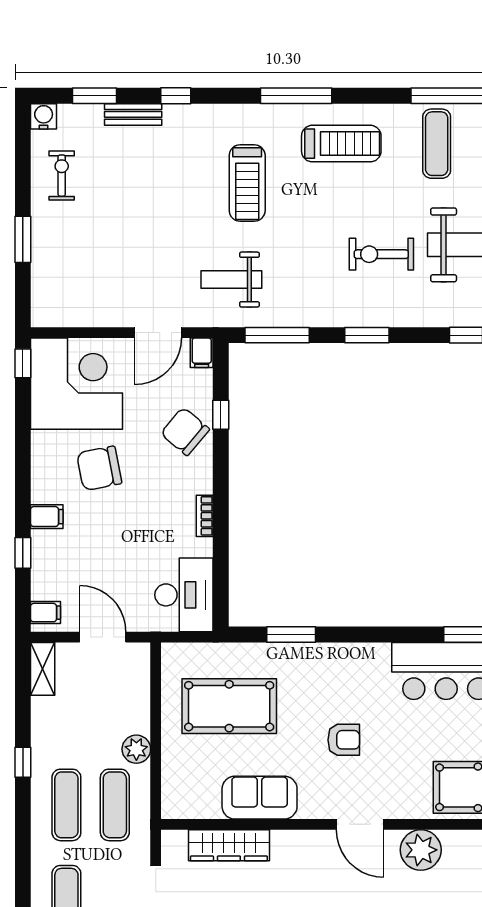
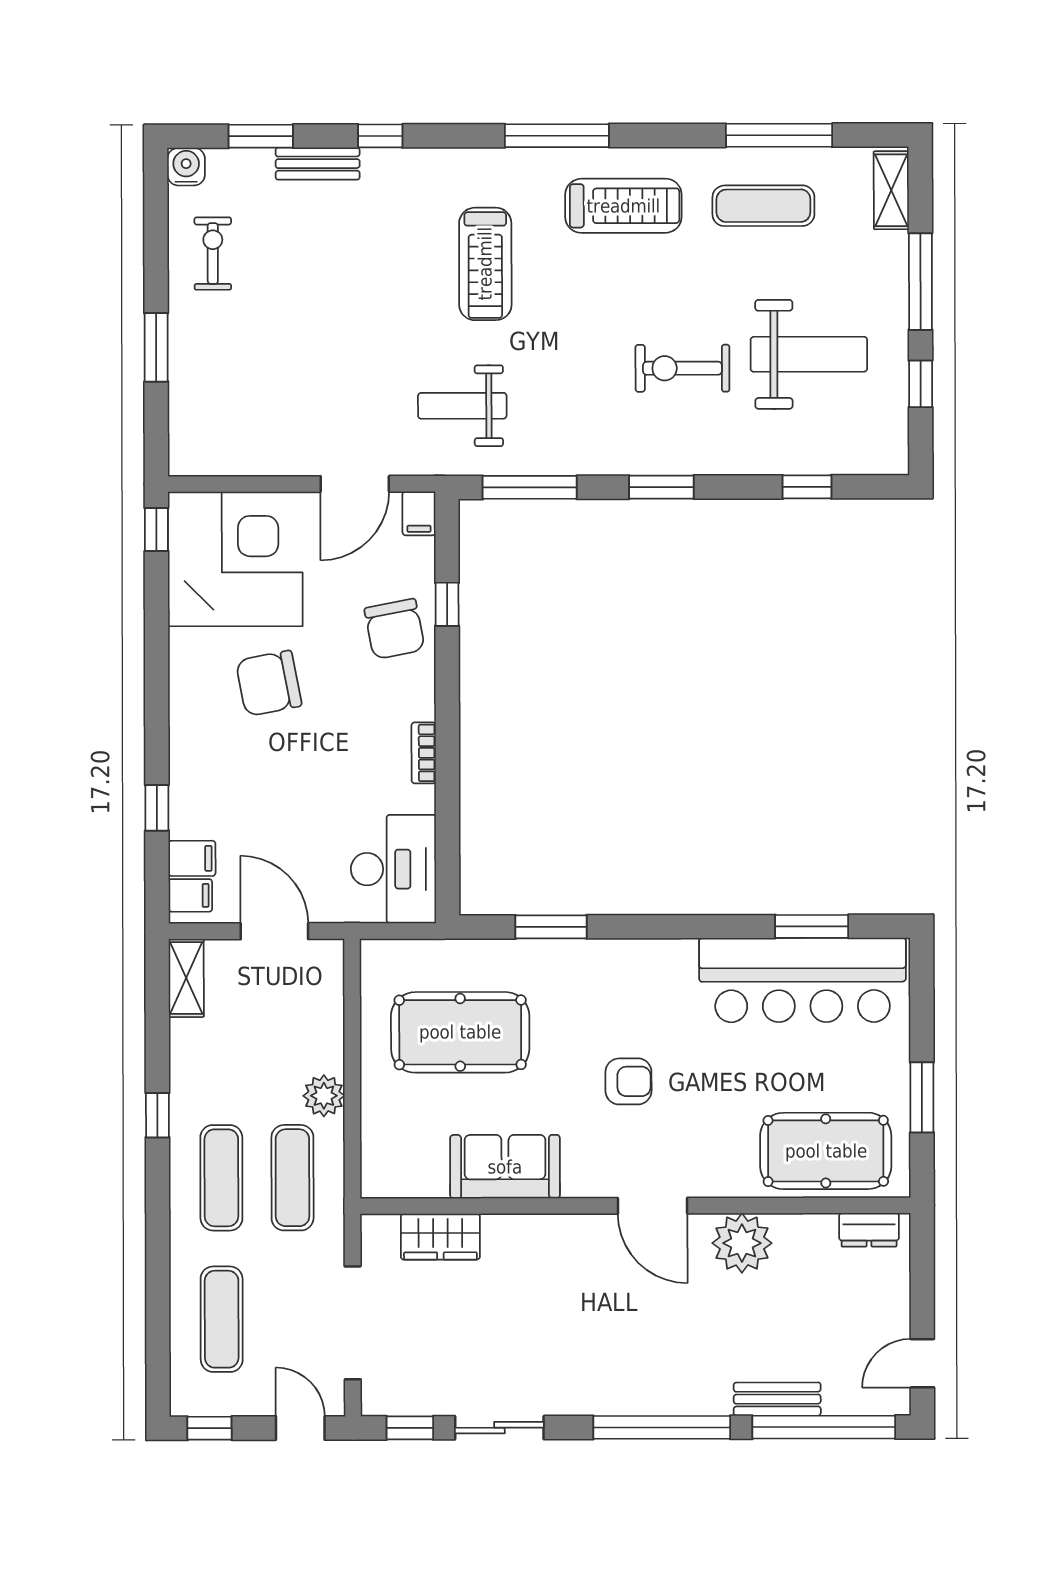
exercise mat: (437, 144) -> (763, 206), turned 90
chair: (185, 431) -> (395, 629), turned -141
filing cabinet: (47, 517) -> (192, 858), moved
wardrobe: (229, 845) -> (440, 1237), width x0.67

